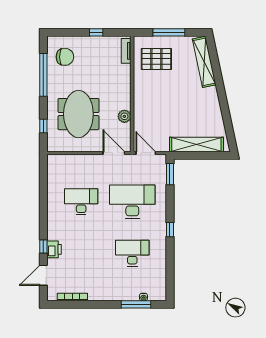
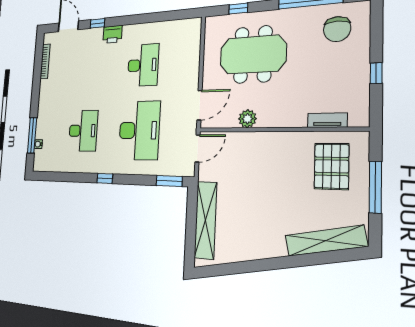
tv unit: (126, 51) -> (327, 120), moved
printer: (54, 249) -> (112, 34), moved

